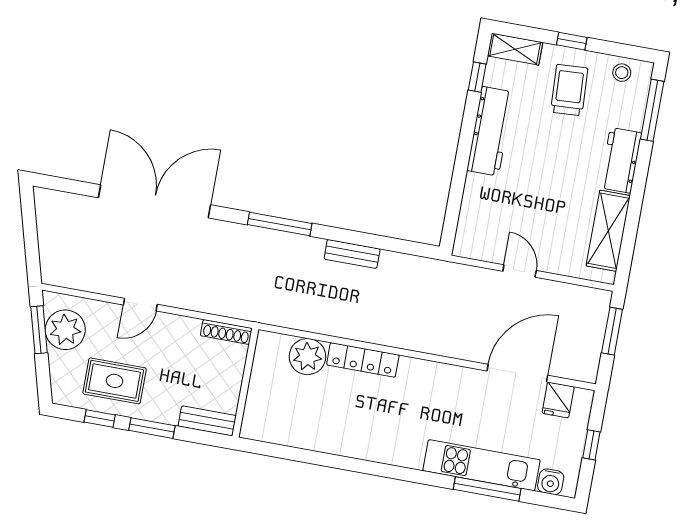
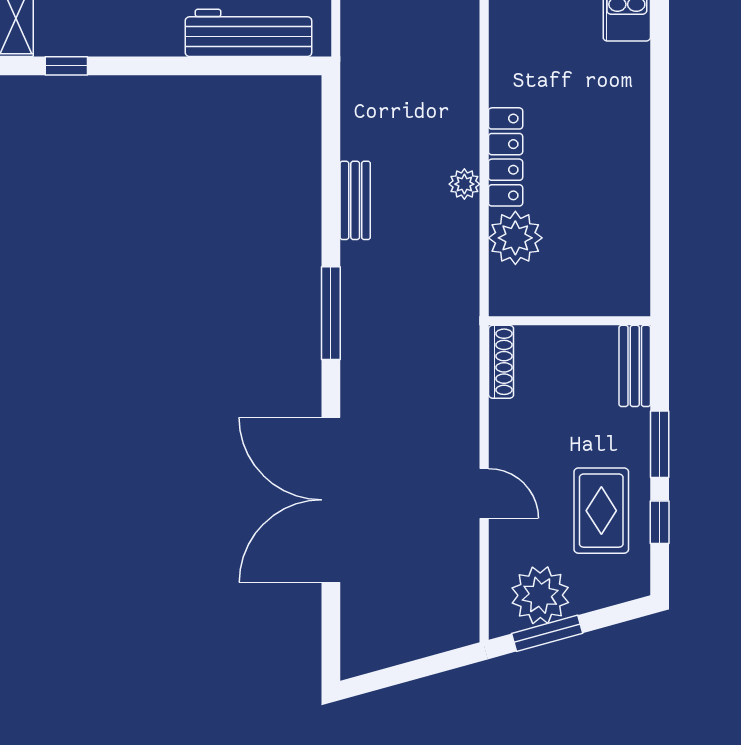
workbench: (490, 131) -> (248, 33), moved
plant: (350, 329) -> (464, 184), added

